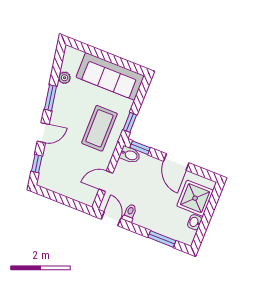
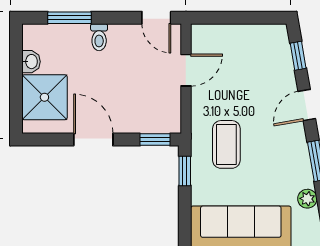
coffee table: (99, 128) -> (226, 144), width x0.73, depth x0.76
bidet: (130, 155) -> (166, 123), removed
toilet: (130, 213) -> (99, 37), moved

